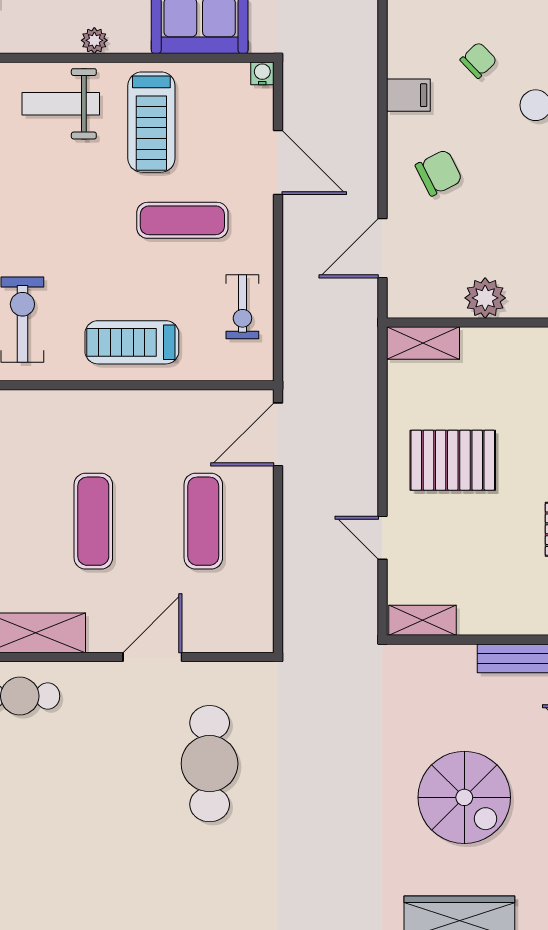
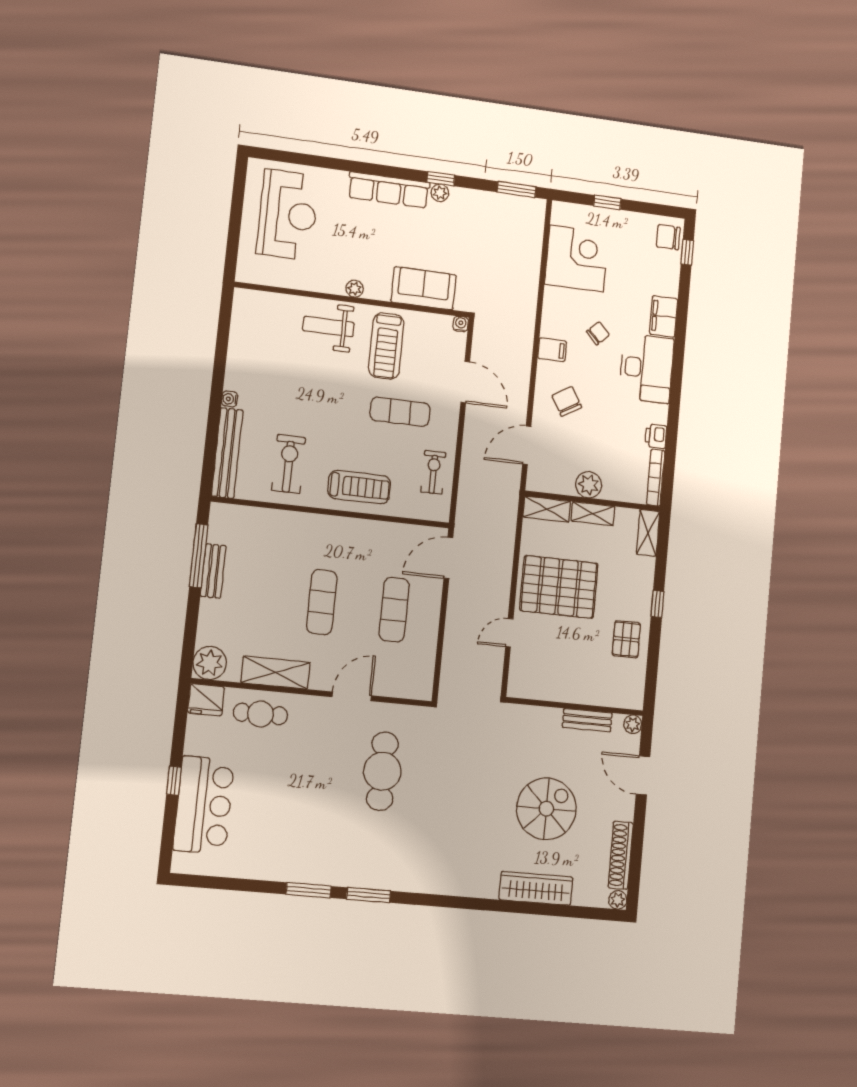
chair: (439, 173) -> (567, 401), turned -94
exercise bike: (242, 307) -> (433, 472), turned 180
treadmill: (132, 342) -> (359, 487), turned 180
pallet: (453, 460) -> (559, 587), width x1.37, depth x1.41
door: (382, 538) -> (509, 633), hinge flipped
shelving: (423, 620) -> (593, 514), moved
spiral stairs: (464, 797) -> (546, 809), turned -90

